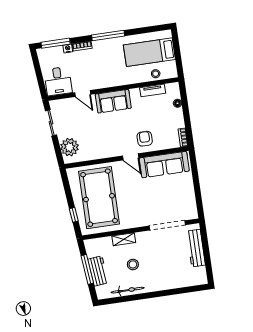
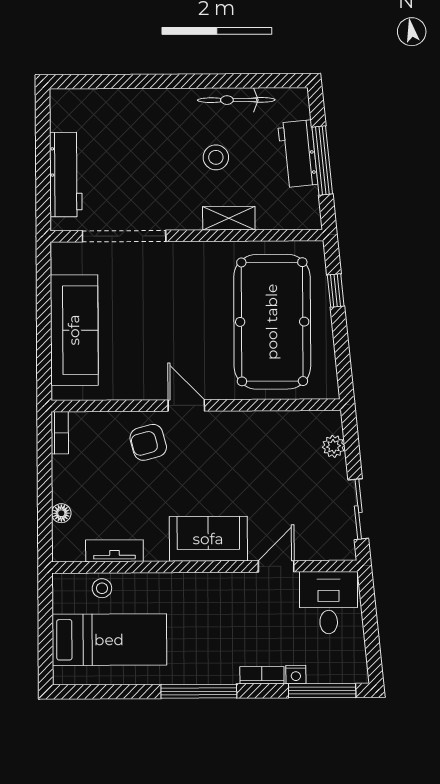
door: (83, 93) -> (276, 566), hinge flipped
armchair: (145, 139) -> (148, 442), turned 75
plant: (69, 147) -> (334, 446), width x0.53, depth x0.53
sofa: (164, 165) -> (74, 330), moved, turned 90

